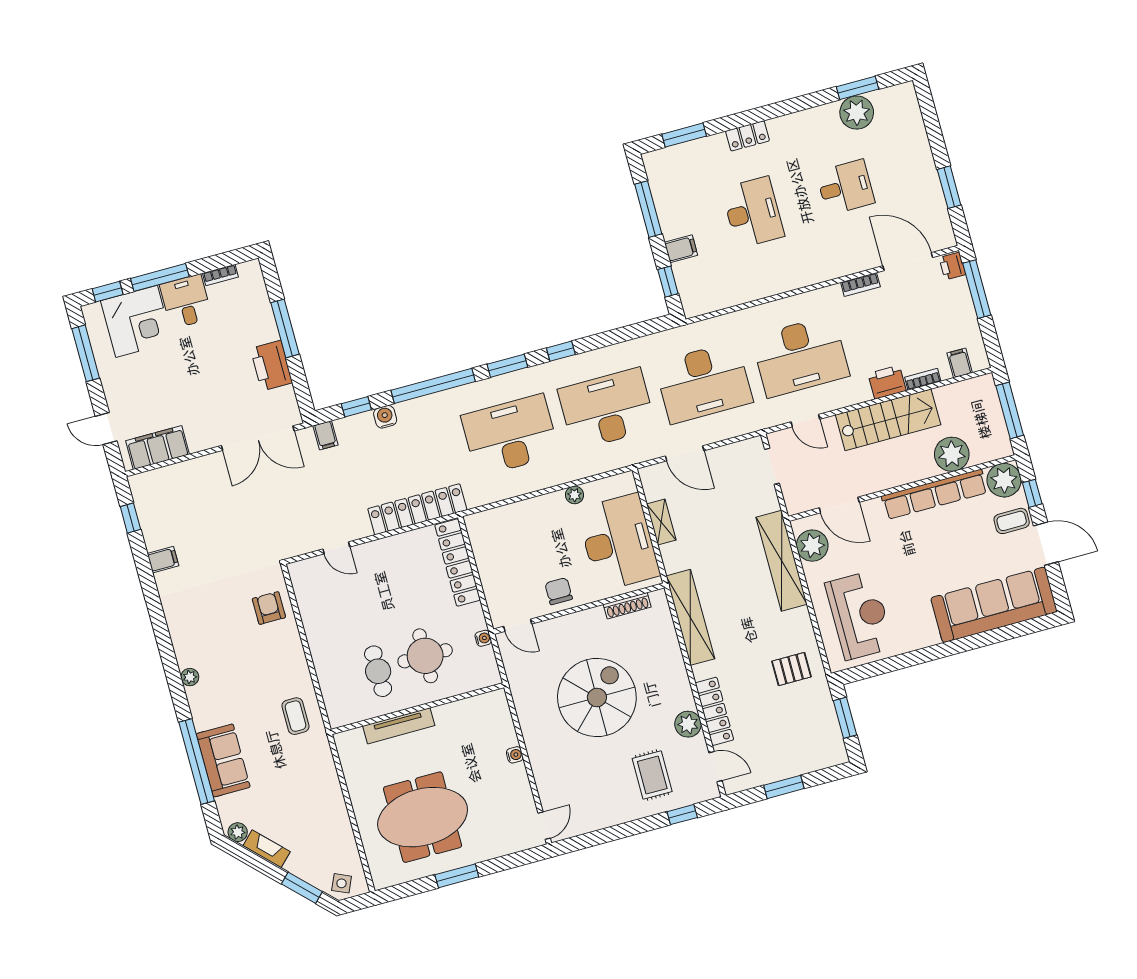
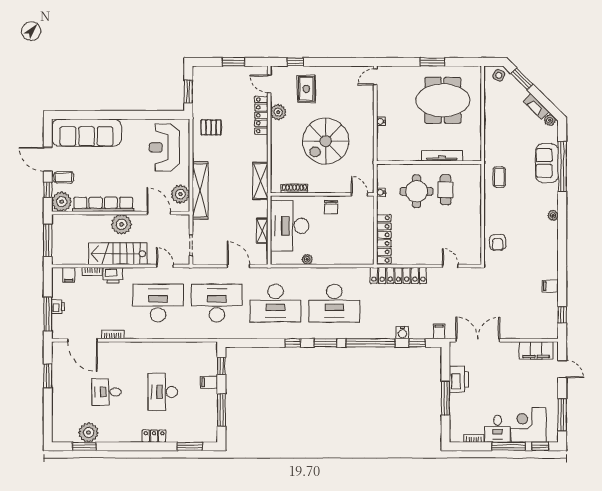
printer: (952, 266) -> (58, 307), moved
plant: (952, 454) -> (122, 224), moved
shelving: (690, 617) -> (260, 181), width x0.68

